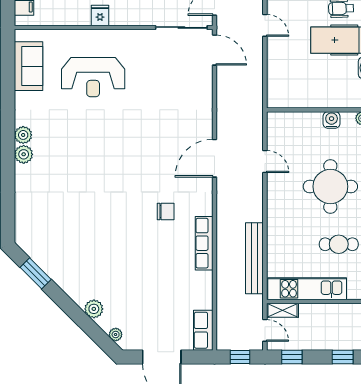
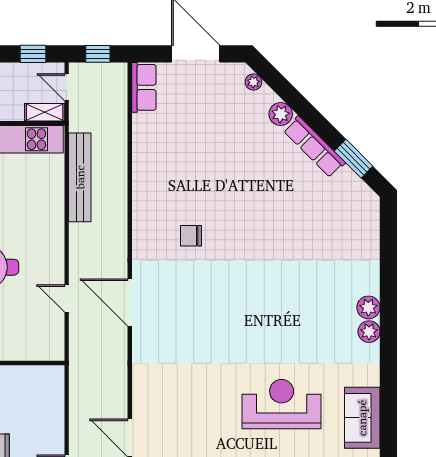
door: (214, 158) -> (130, 302), swing flipped
row of seats: (204, 243) -> (314, 147), moved, turned 135

